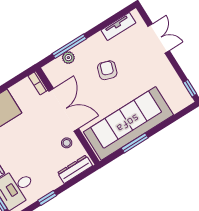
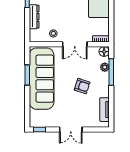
double door: (159, 39) -> (71, 130), moved
floor lamp: (50, 70) -> (104, 52), added
double door: (64, 110) -> (75, 44), width x0.73
dresser: (75, 169) -> (34, 17), moved

